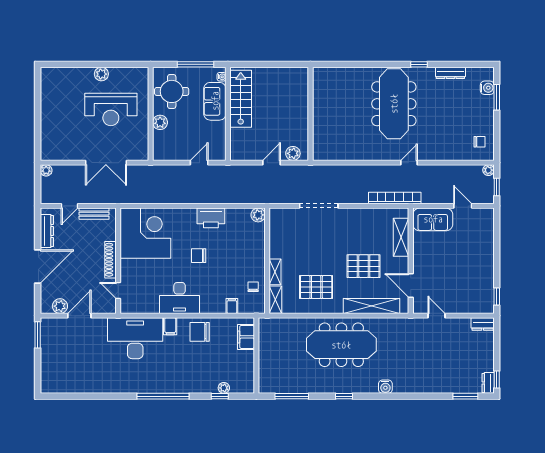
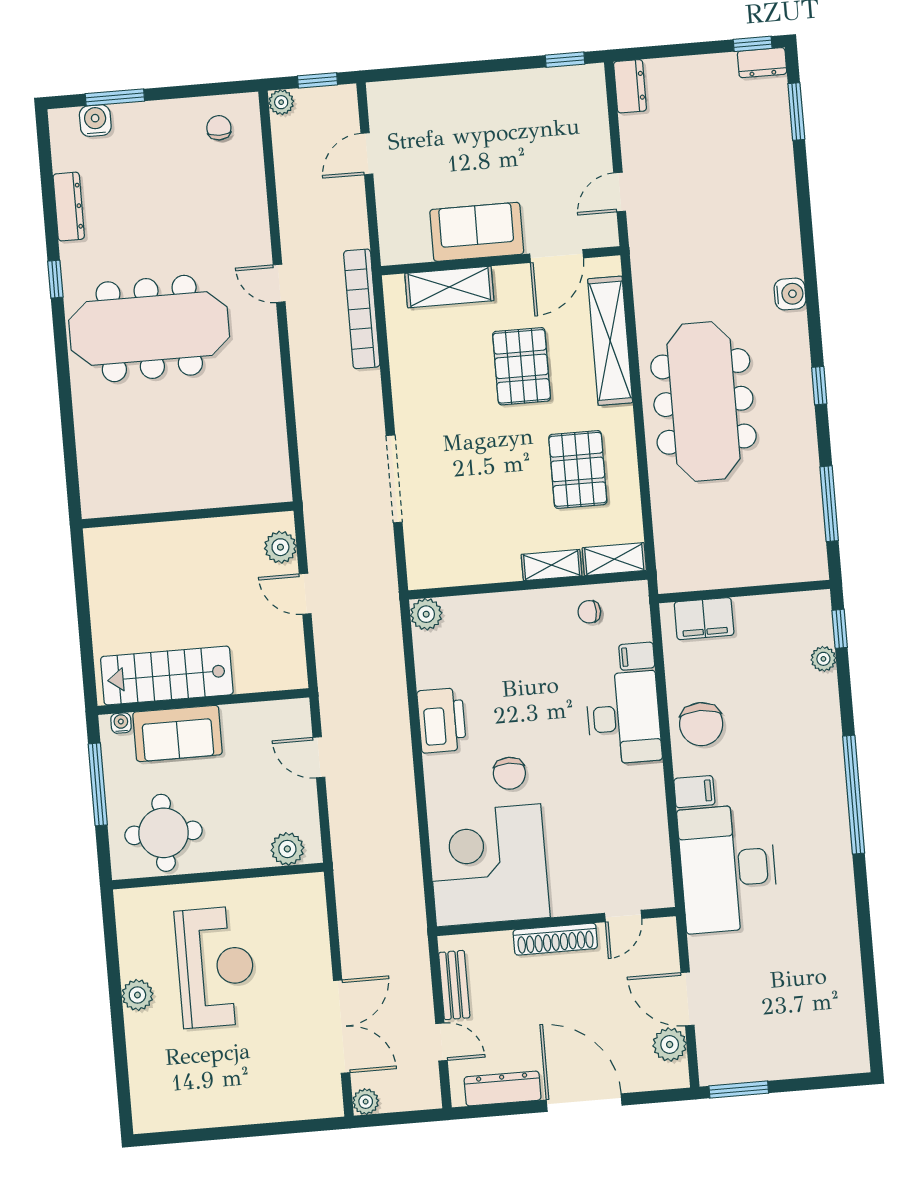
plant: (160, 122) -> (287, 849), moved
double door: (106, 163) -> (342, 1027), moved
sofa: (433, 219) -> (477, 232), moved, turned -90
chair: (199, 256) -> (509, 773), moved
desk: (180, 298) -> (624, 718), moved
window: (220, 396) -> (840, 629), moved

